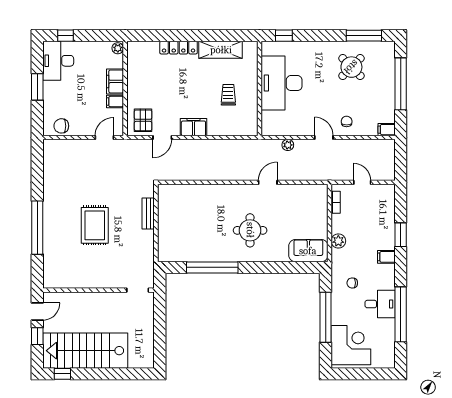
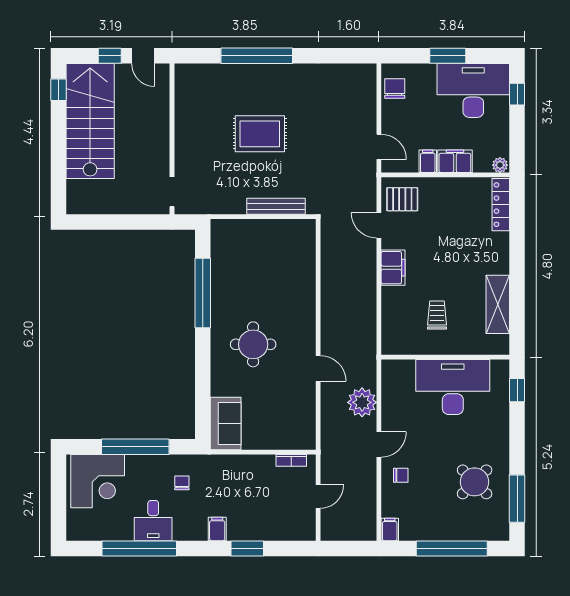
locker: (179, 48) -> (501, 205), moved
desk: (58, 61) -> (473, 90), width x1.36, depth x1.30
trolley: (228, 95) -> (437, 315), turned -90
plant: (288, 145) -> (362, 402), width x1.87, depth x1.87
bench: (148, 213) -> (276, 206), width x1.36
plant: (338, 241) -> (239, 464), removed

